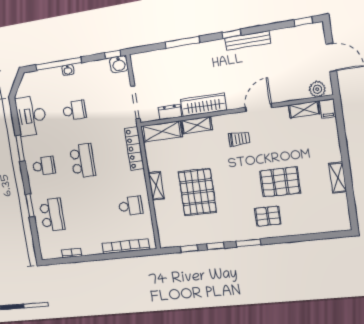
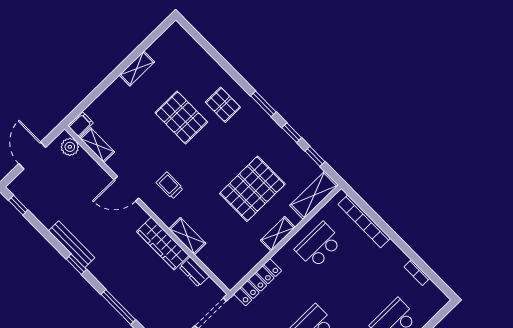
shelving: (162, 131) -> (314, 195), moved, turned 90
school desk: (131, 206) -> (319, 245), width x1.85

